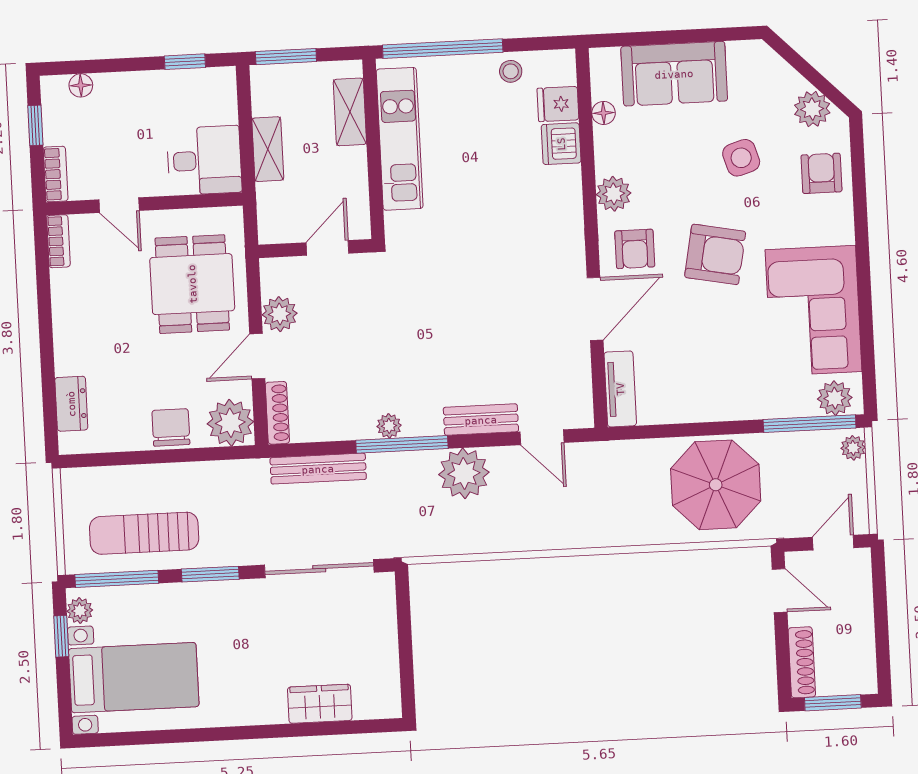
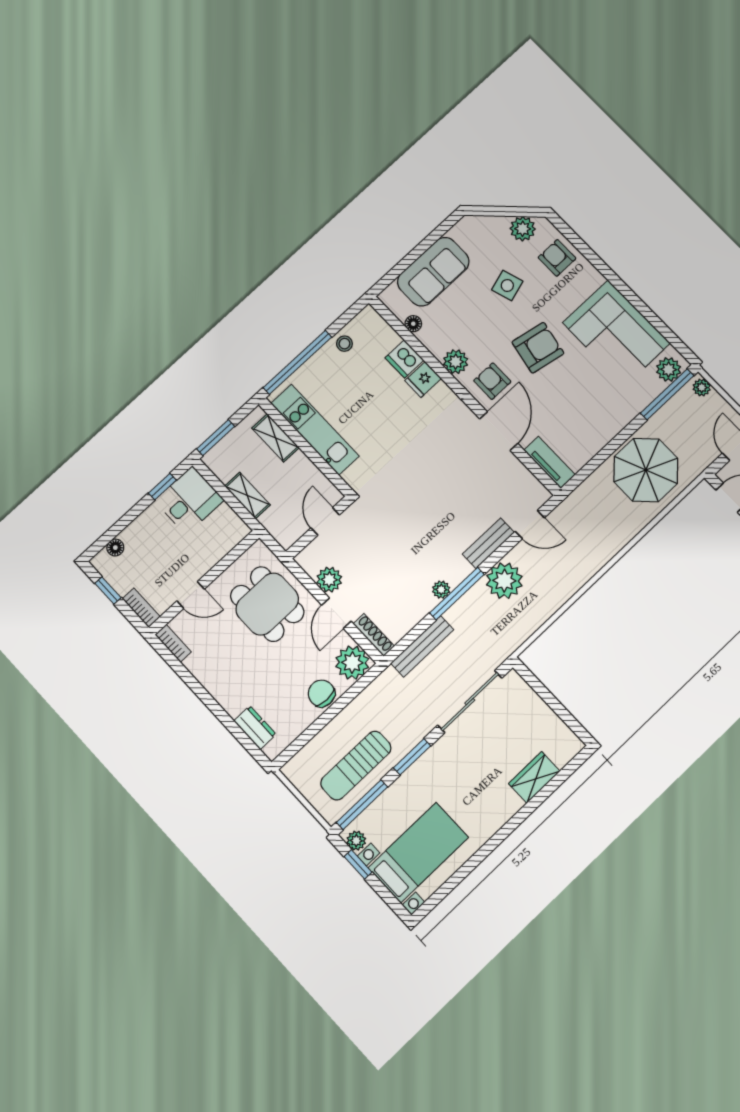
fridge: (558, 104) -> (423, 380), moved
desk: (204, 160) -> (189, 500), moved
armchair: (635, 249) -> (492, 381), turned 180

